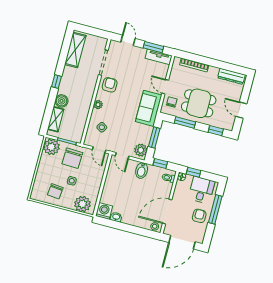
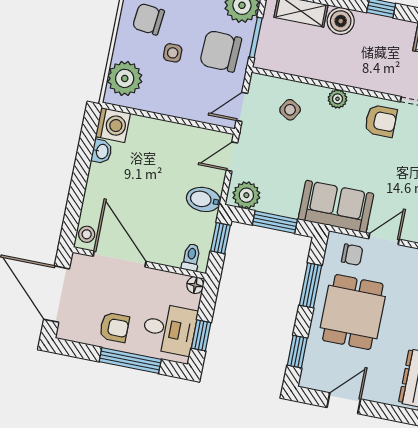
window: (194, 172) -> (201, 335), moved

